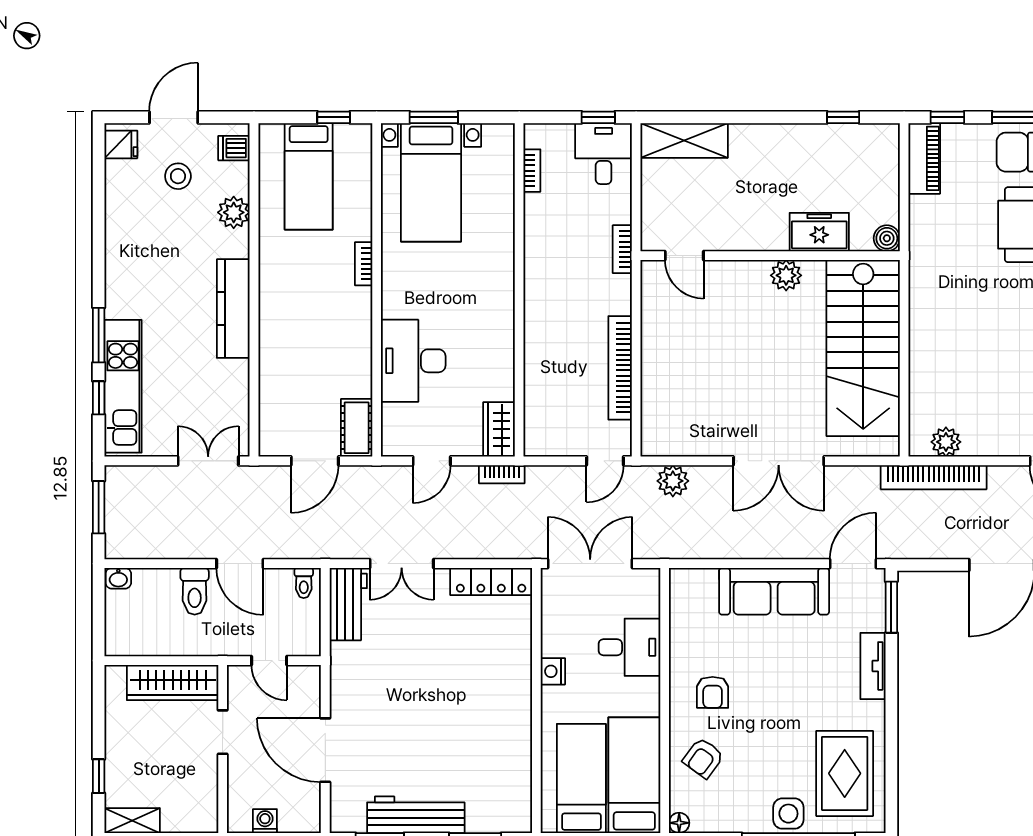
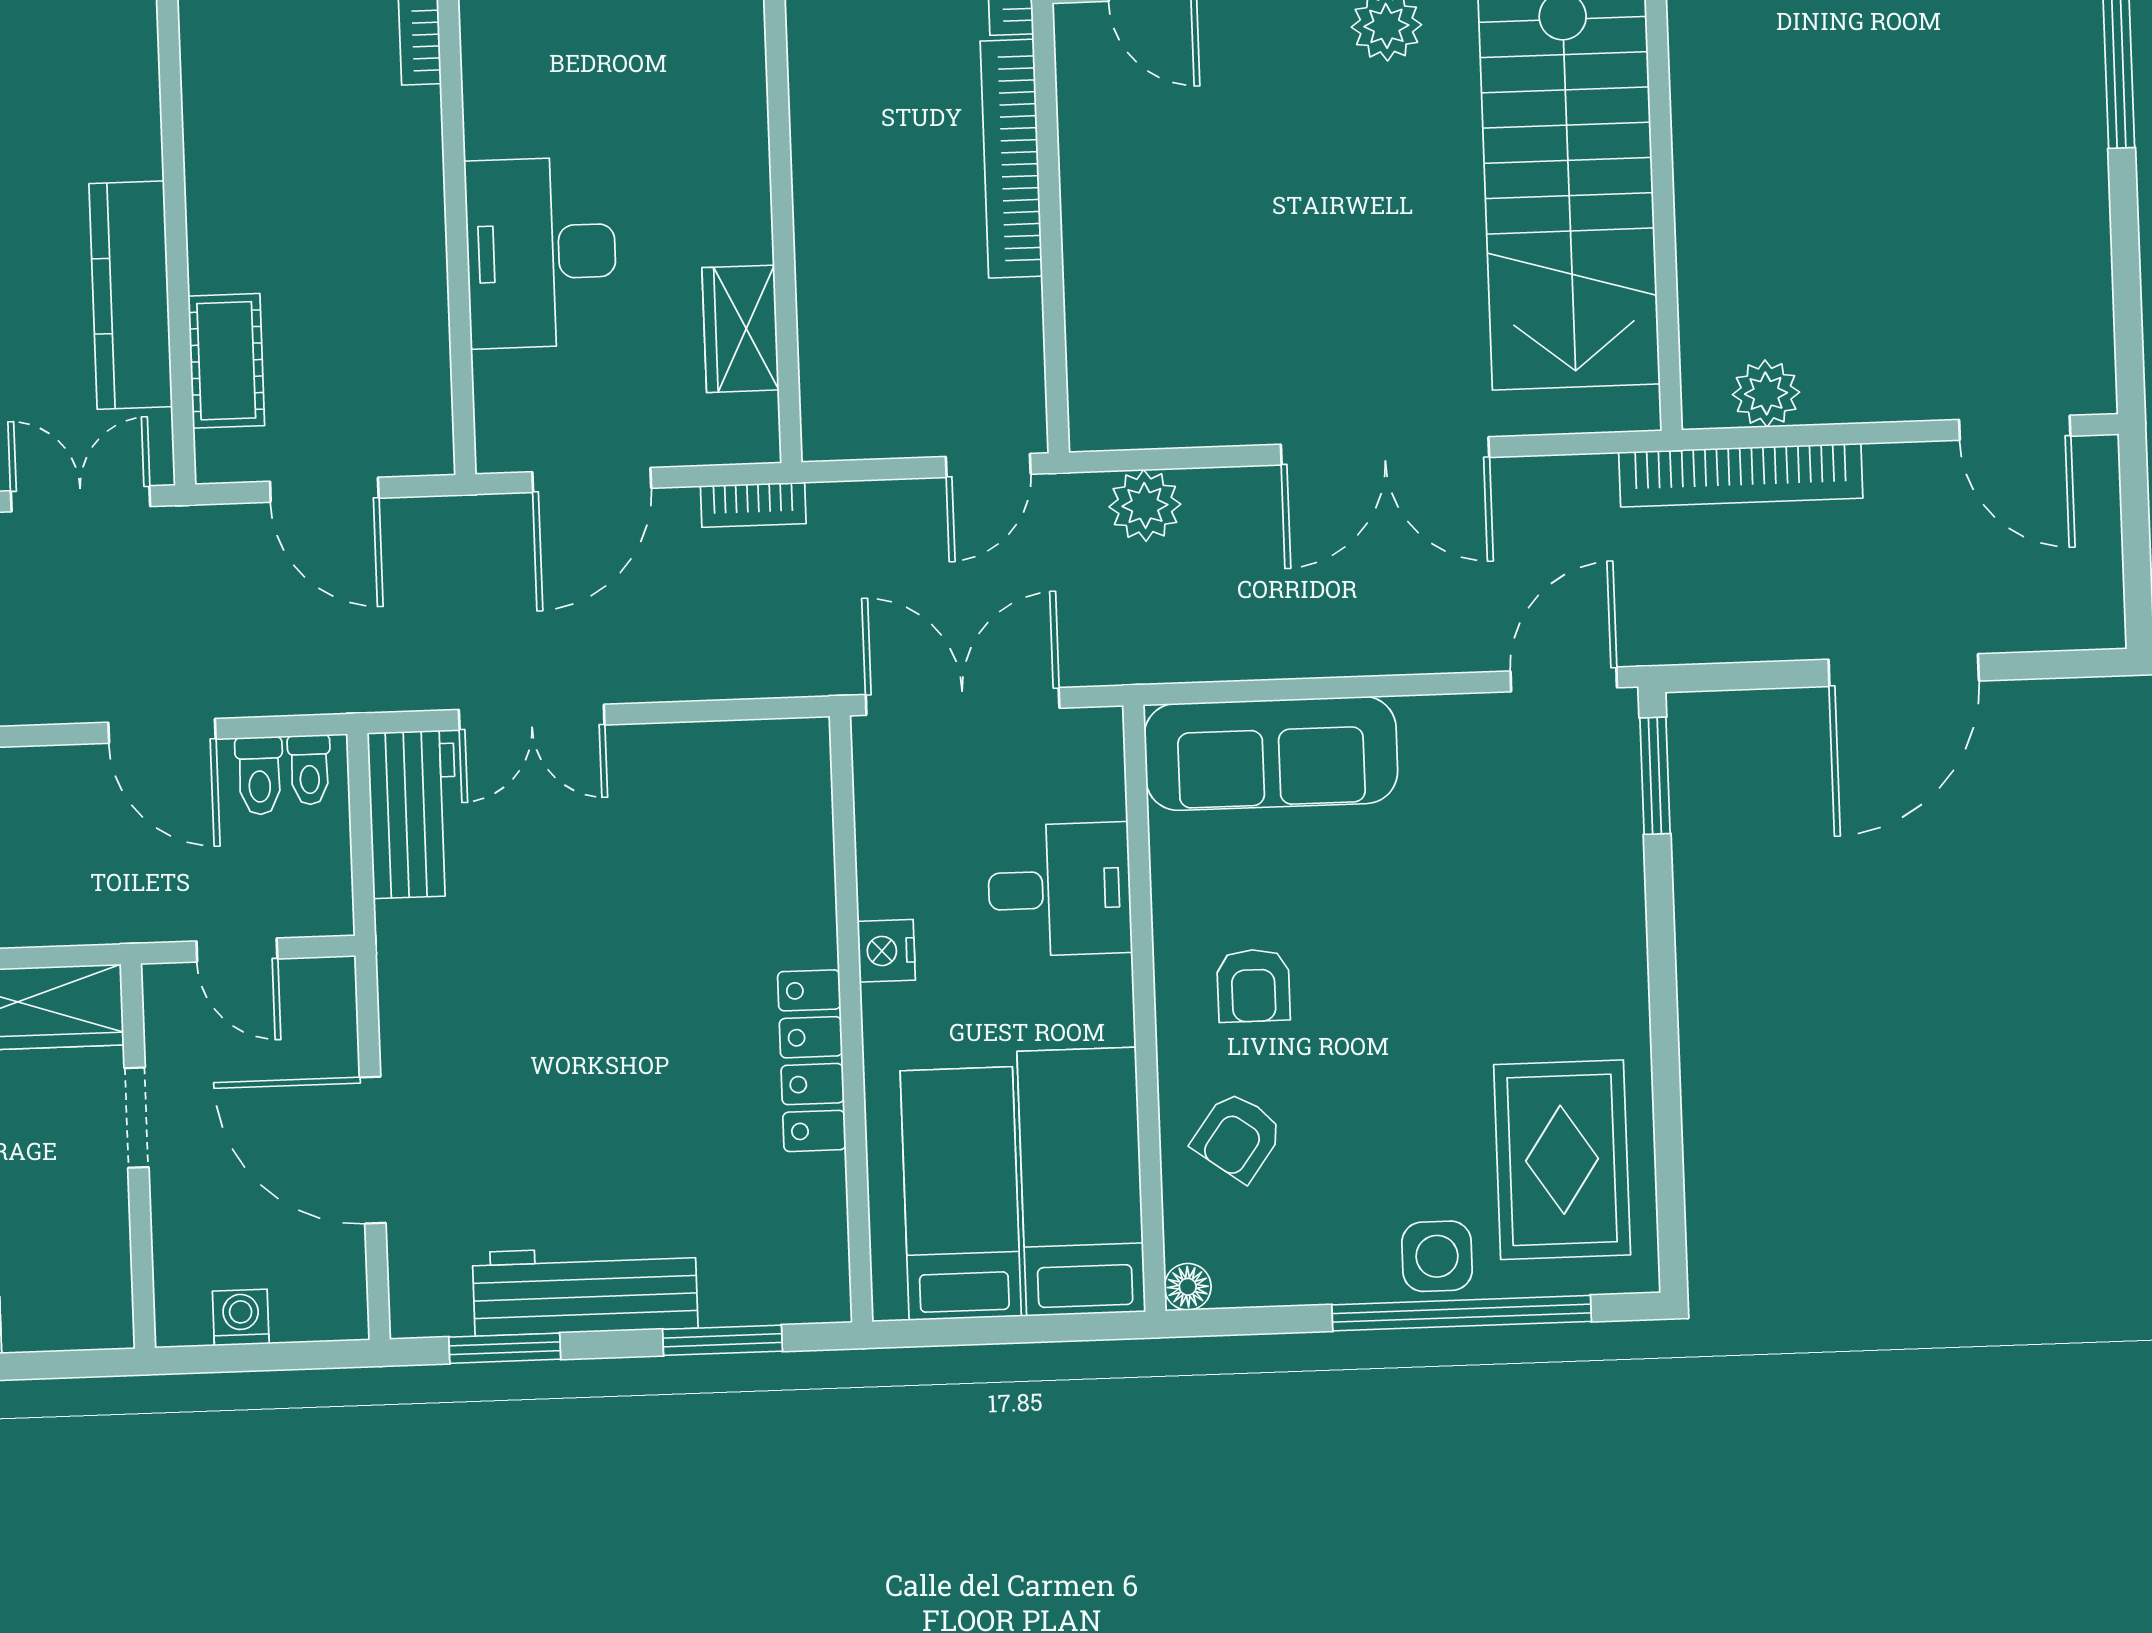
kitchen counter: (233, 309) -> (131, 295), moved
bookcase: (620, 368) -> (1011, 159), moved
cot: (357, 428) -> (226, 361), moved
wardrobe: (499, 429) -> (740, 329), moved
door: (315, 461) -> (324, 490), hinge flipped
door: (432, 461) -> (592, 480), width x1.38
locker: (491, 581) -> (812, 1061), moved, turned 90
toilet: (195, 591) -> (259, 776), moved, width x0.73, depth x0.72
sofa: (774, 591) -> (1271, 753), moved
tv unit: (873, 666) -> (1618, 912), removed

